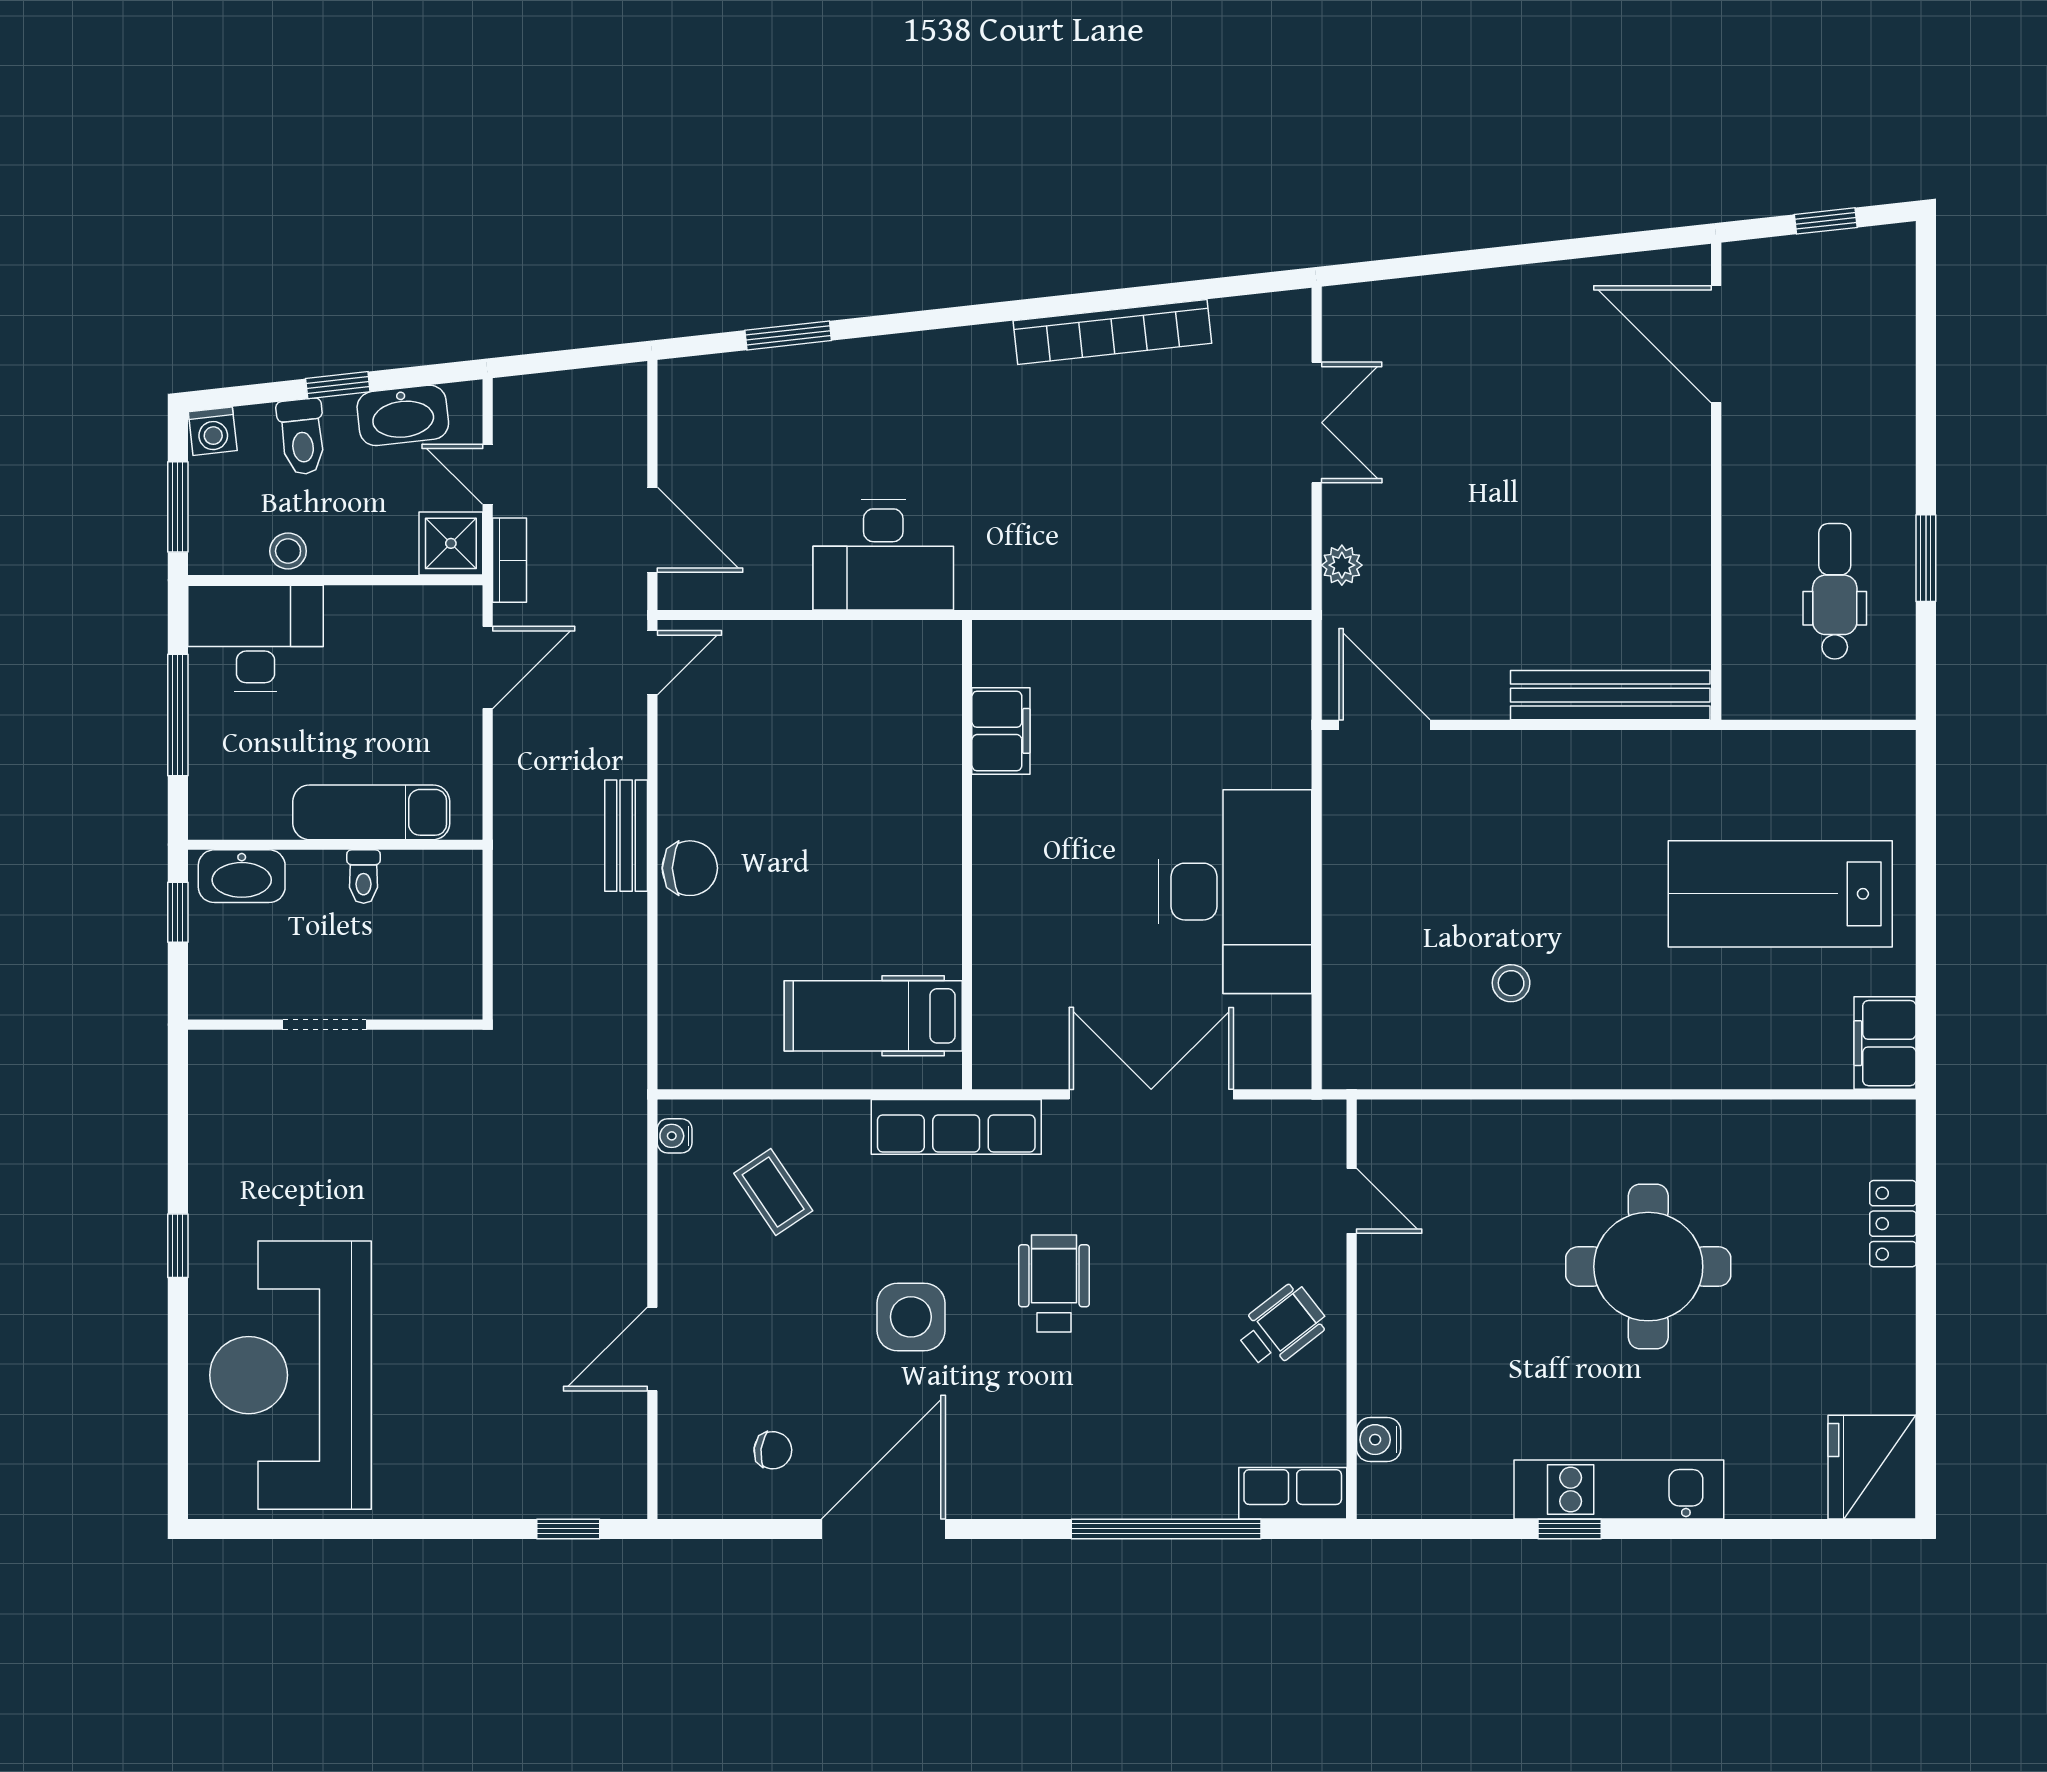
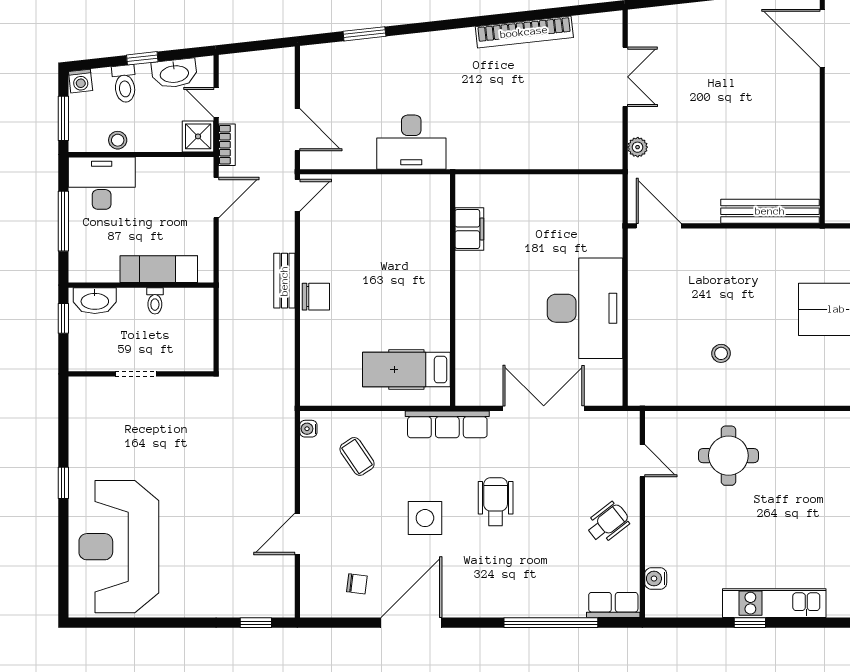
round table: (1648, 1267) -> (728, 456), moved, width x0.73, depth x0.73

